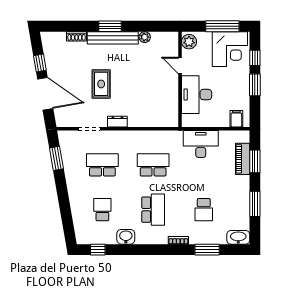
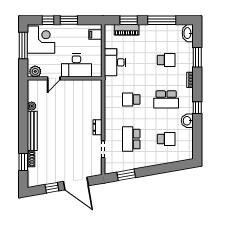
window: (110, 26) -> (23, 162), moved
rug: (101, 84) -> (68, 140), removed
door: (45, 94) -> (76, 184), swing flipped
school desk: (153, 165) -> (131, 99), width x0.54
window: (255, 204) -> (162, 20), width x1.44
school desk: (102, 210) -> (166, 139), turned 180
school desk: (153, 210) -> (166, 99), turned 180
window: (98, 250) -> (197, 108), moved

